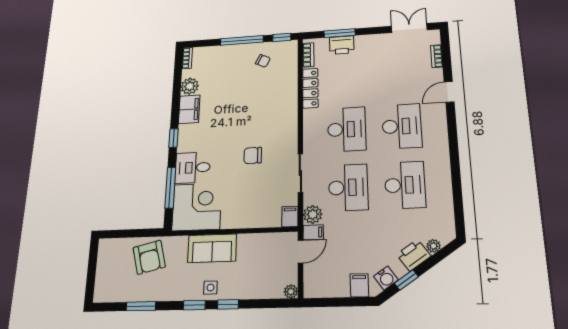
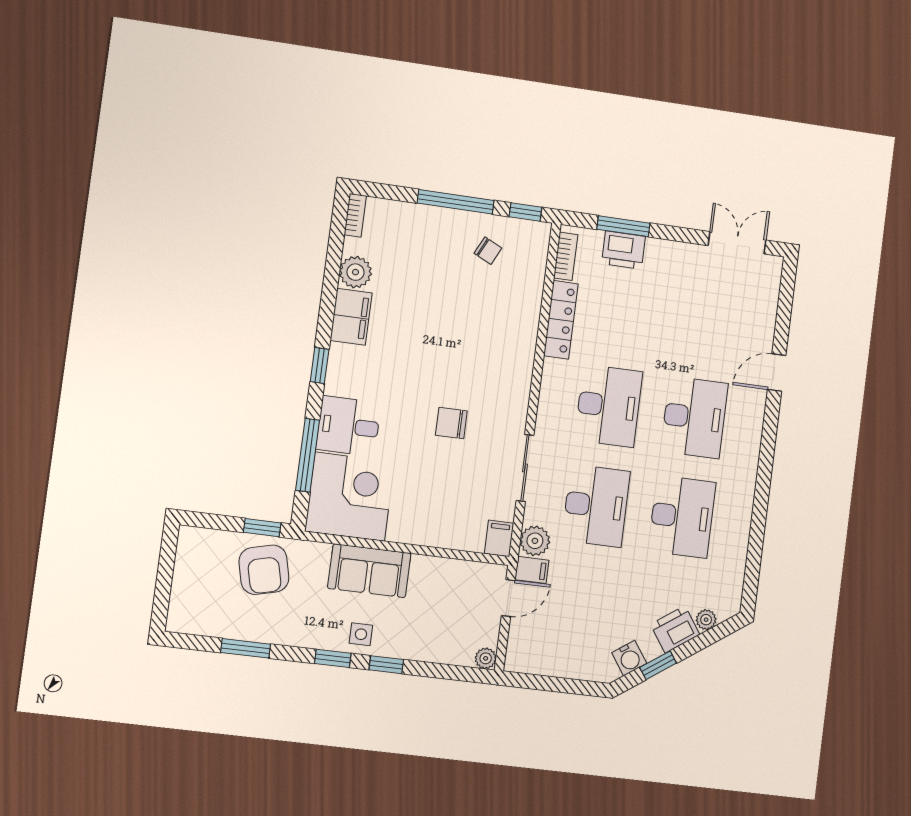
bookcase: (437, 56) -> (770, 305), removed
window: (147, 233) -> (262, 528), added
filing cabinet: (359, 285) -> (589, 663), removed

